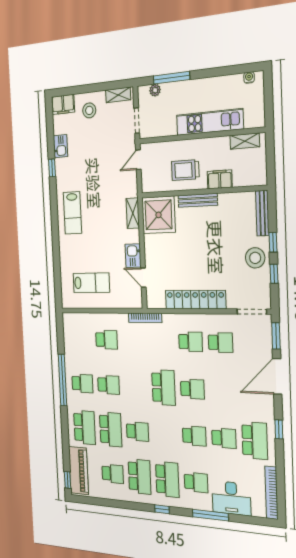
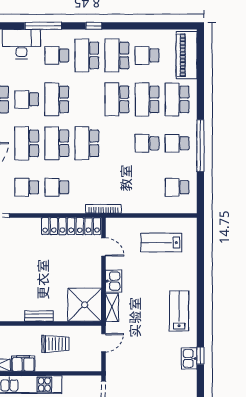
kitchen sink: (61, 146) -> (189, 358), moved
door: (138, 160) -> (103, 343), moved
filing cabinet: (220, 179) -> (23, 363), moved, turned 180
bench: (198, 200) -> (39, 316), width x0.73
kitchen sink: (133, 256) -> (114, 281), moved
locker: (195, 300) -> (71, 226), moved
school desk: (107, 340) -> (177, 187), moved
school desk: (192, 389) -> (57, 143), width x1.85
school desk: (222, 390) -> (27, 143), added
school desk: (138, 432) -> (117, 99), width x1.85
school desk: (194, 436) -> (57, 99), width x1.85
window: (67, 480) -> (200, 44), removed

